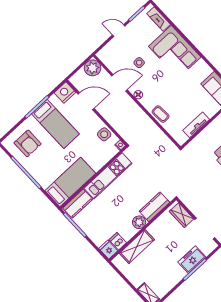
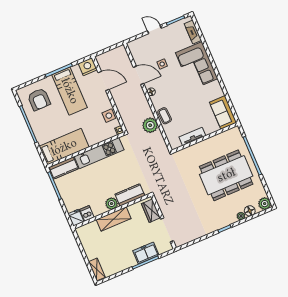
plant: (93, 68) -> (150, 125), moved
shelving: (137, 246) -> (114, 219), moved

